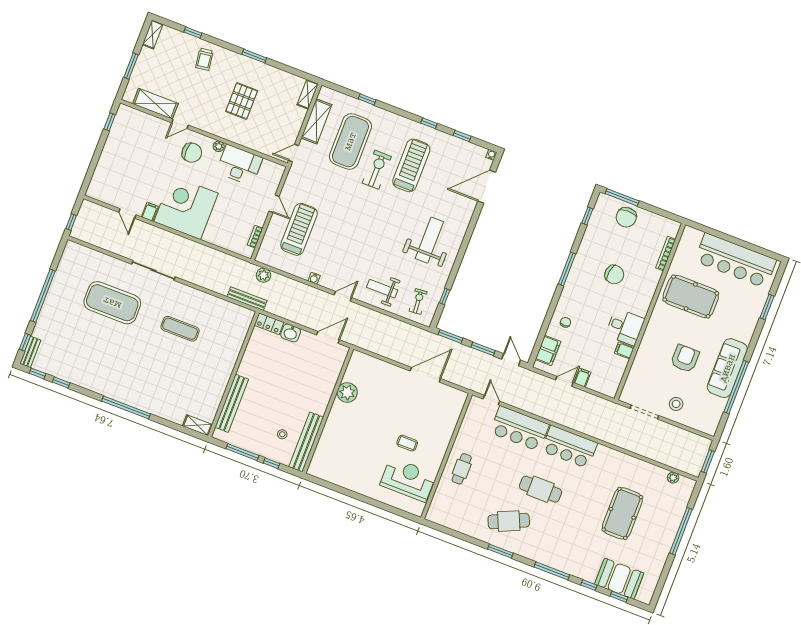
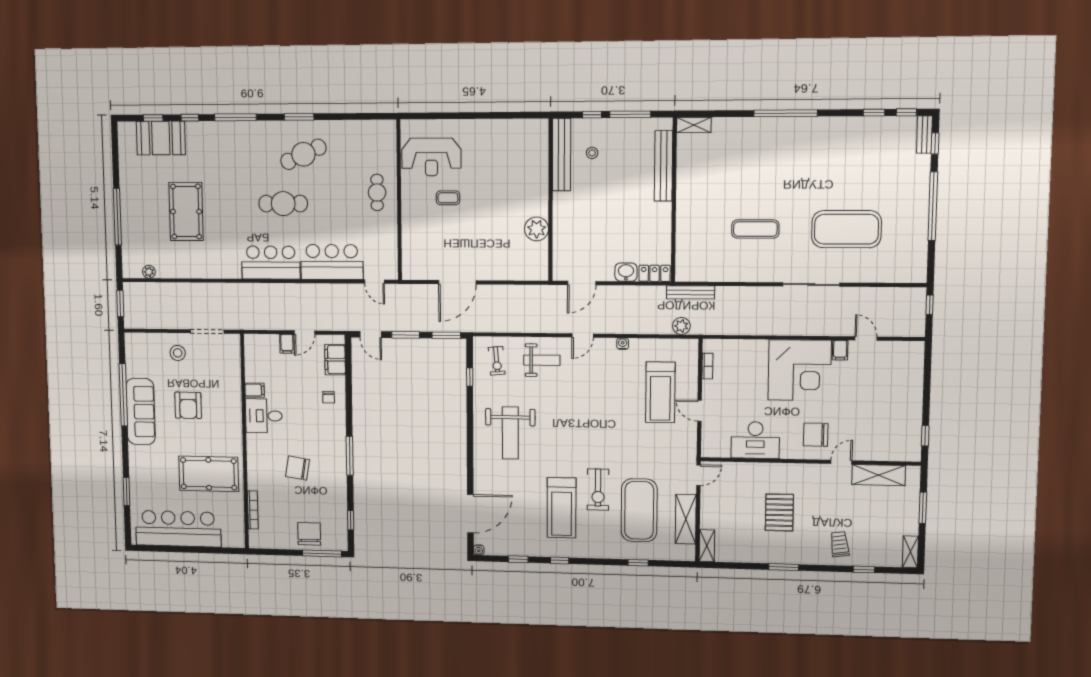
plant: (219, 146) -> (787, 453), removed

